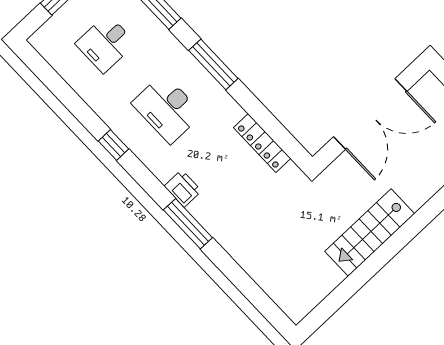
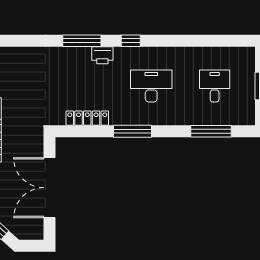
window: (213, 64) -> (133, 131), moved
window: (114, 145) -> (131, 41), moved

